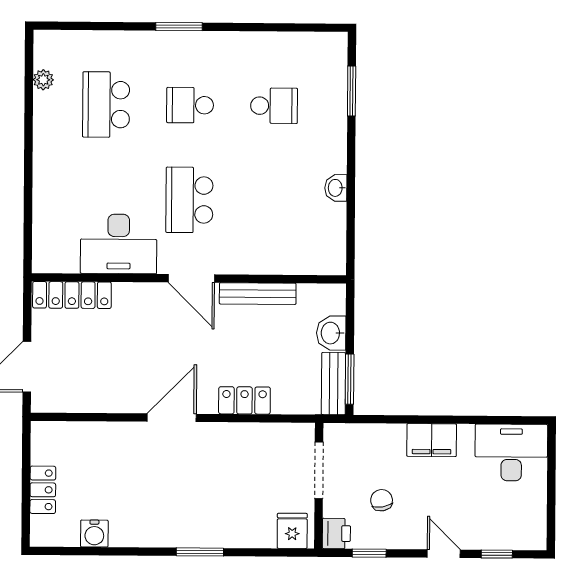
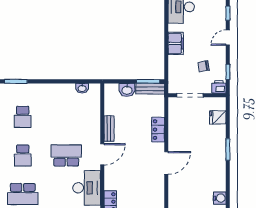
school desk: (274, 106) -> (23, 117), turned 180
washbasin: (336, 188) -> (82, 88), moved
school desk: (189, 200) -> (66, 155), turned 180
bench: (258, 294) -> (109, 128), width x0.73
door: (172, 418) -> (166, 163), swing flipped
fridge: (292, 531) -> (218, 117), moved

